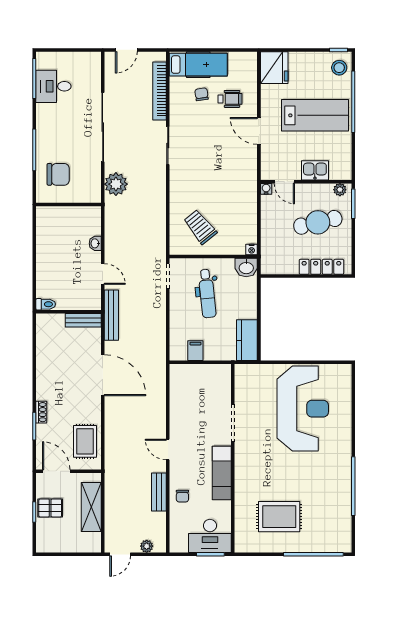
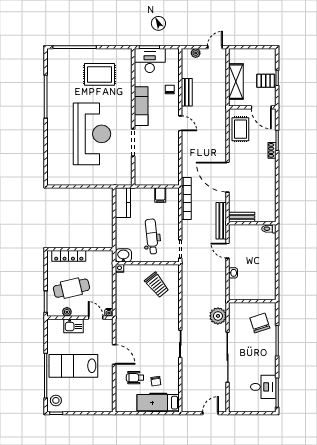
fridge: (274, 68) -> (103, 400), removed
bookcase: (160, 91) -> (186, 198), moved
chair: (58, 174) -> (260, 323), turned 72
plant: (340, 190) -> (67, 312), moved
reception desk: (303, 409) -> (92, 134), moved, turned 180

